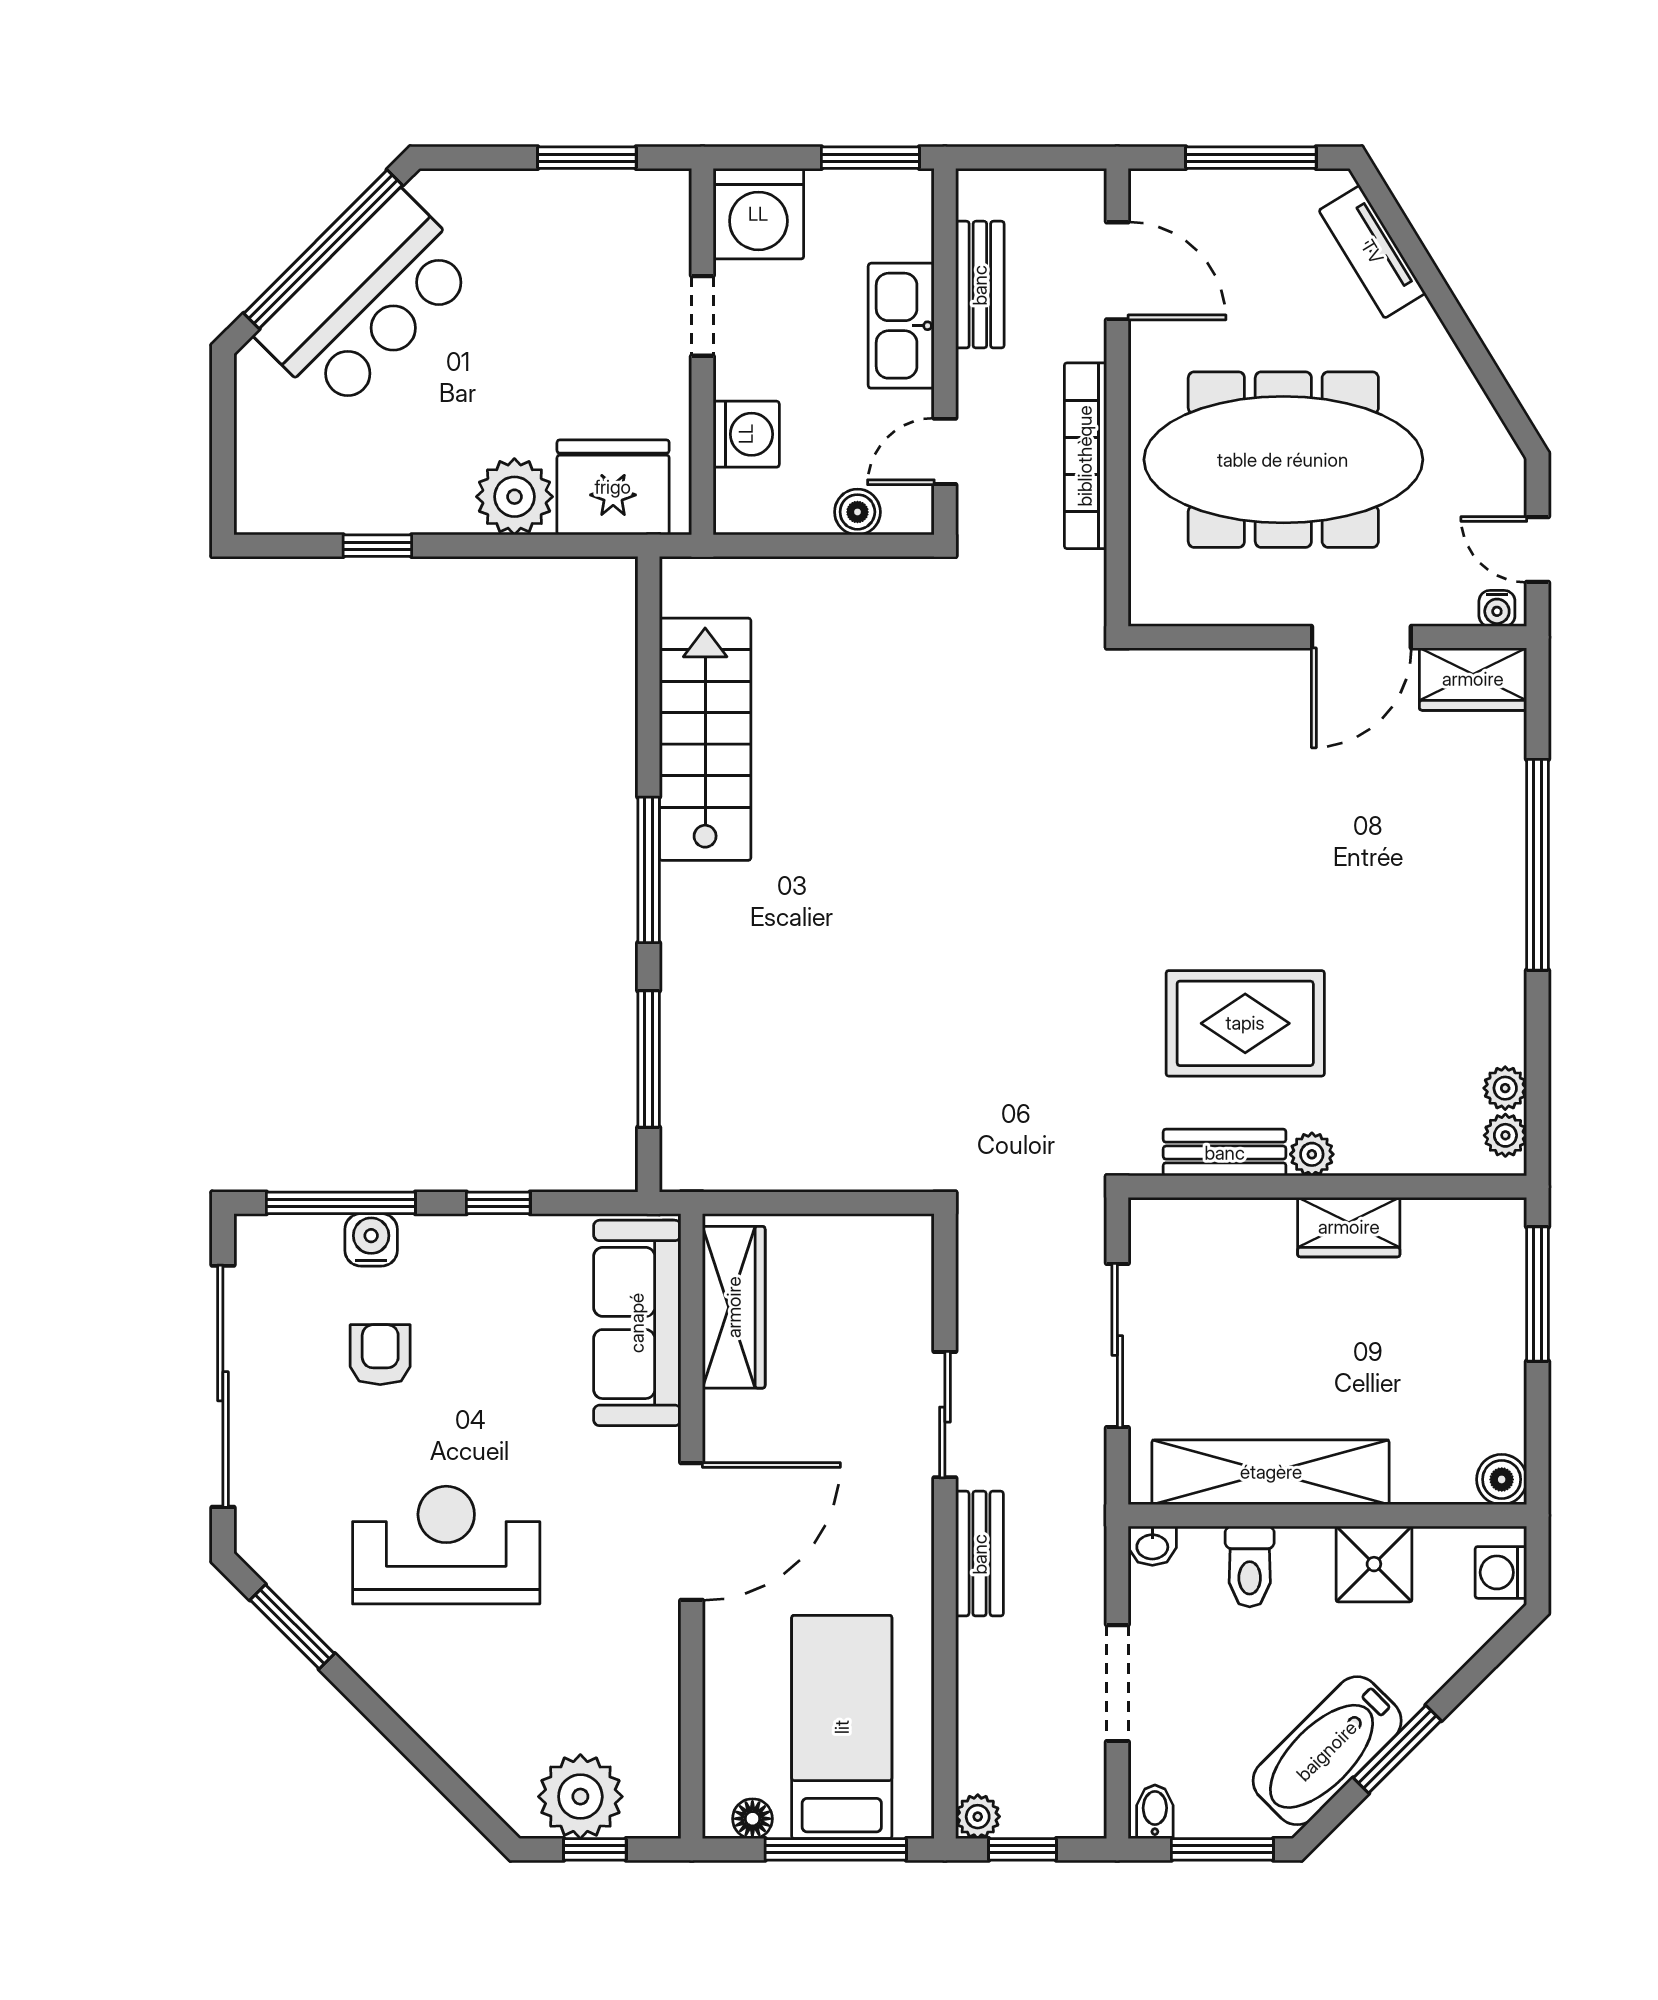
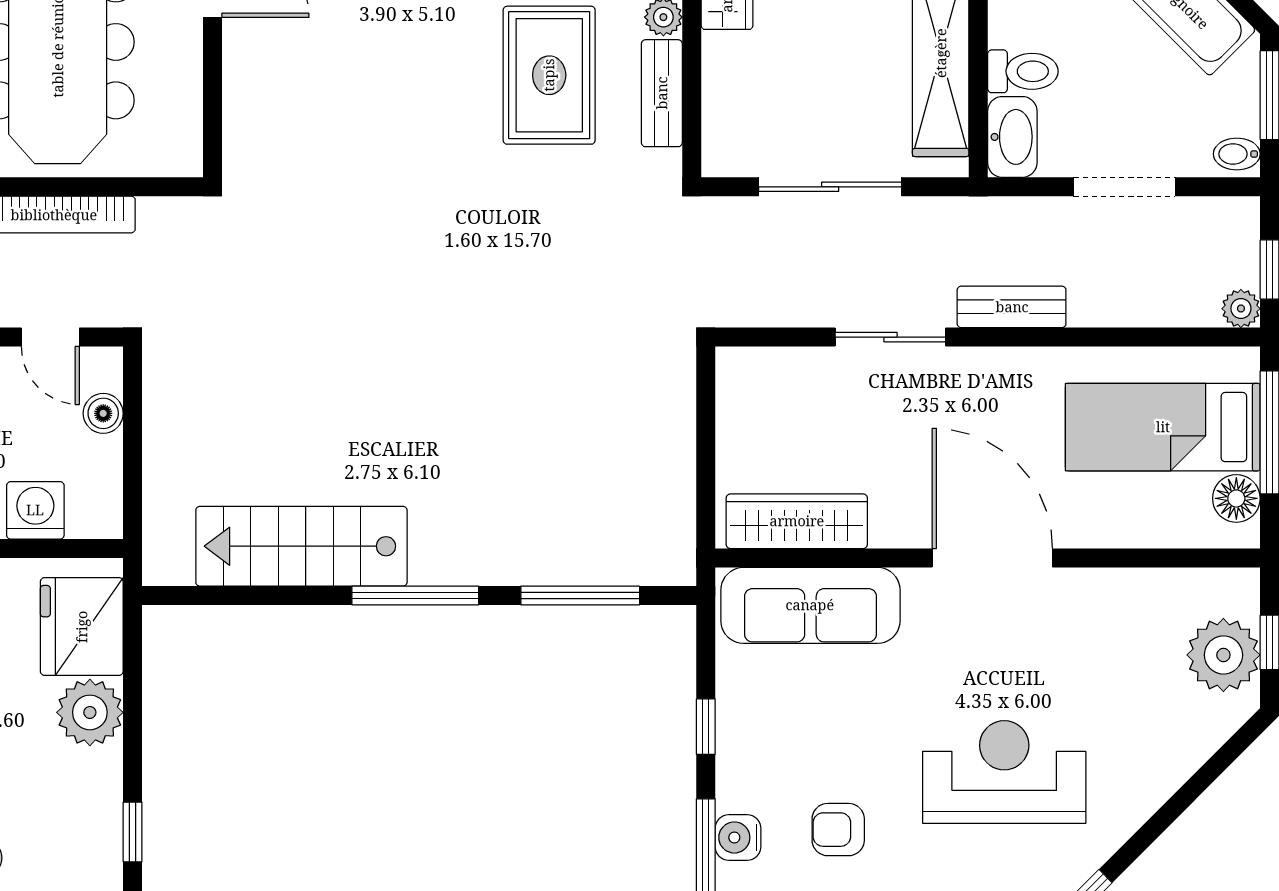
reception desk: (446, 1545) -> (1004, 772), turned 90
washbasin: (1152, 1546) -> (1012, 137), width x1.91, depth x1.45
floor lamp: (752, 1819) -> (1236, 498), width x1.37, depth x1.37

